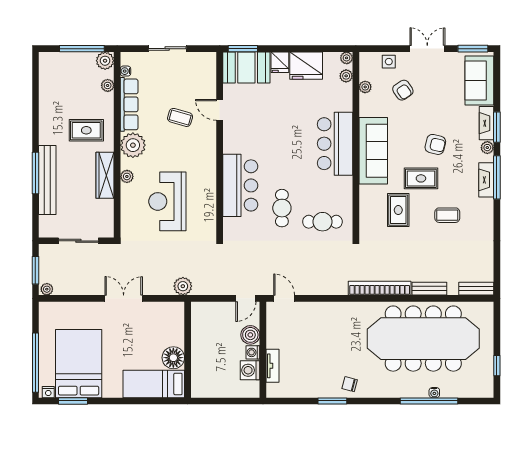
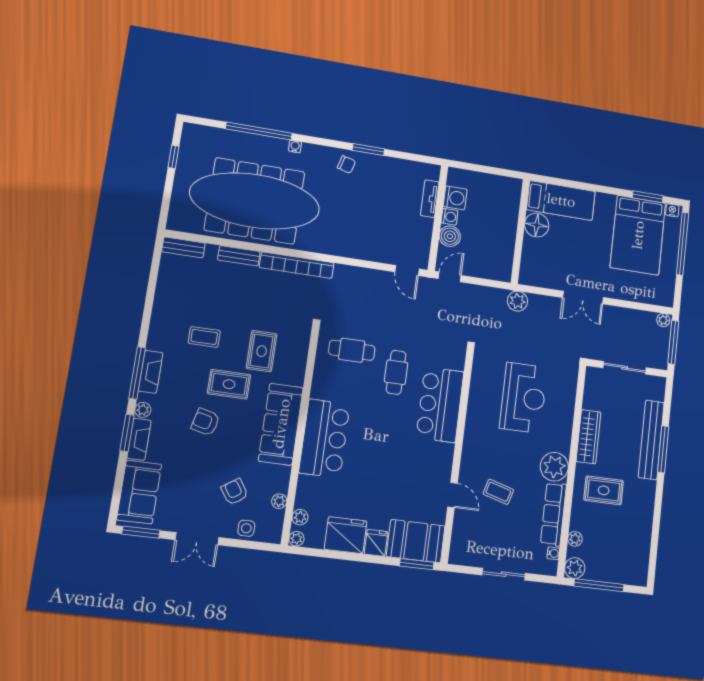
plant: (127, 176) -> (565, 432), removed
window: (35, 270) -> (673, 342), width x1.44
water cooler: (434, 393) -> (295, 146), moved

